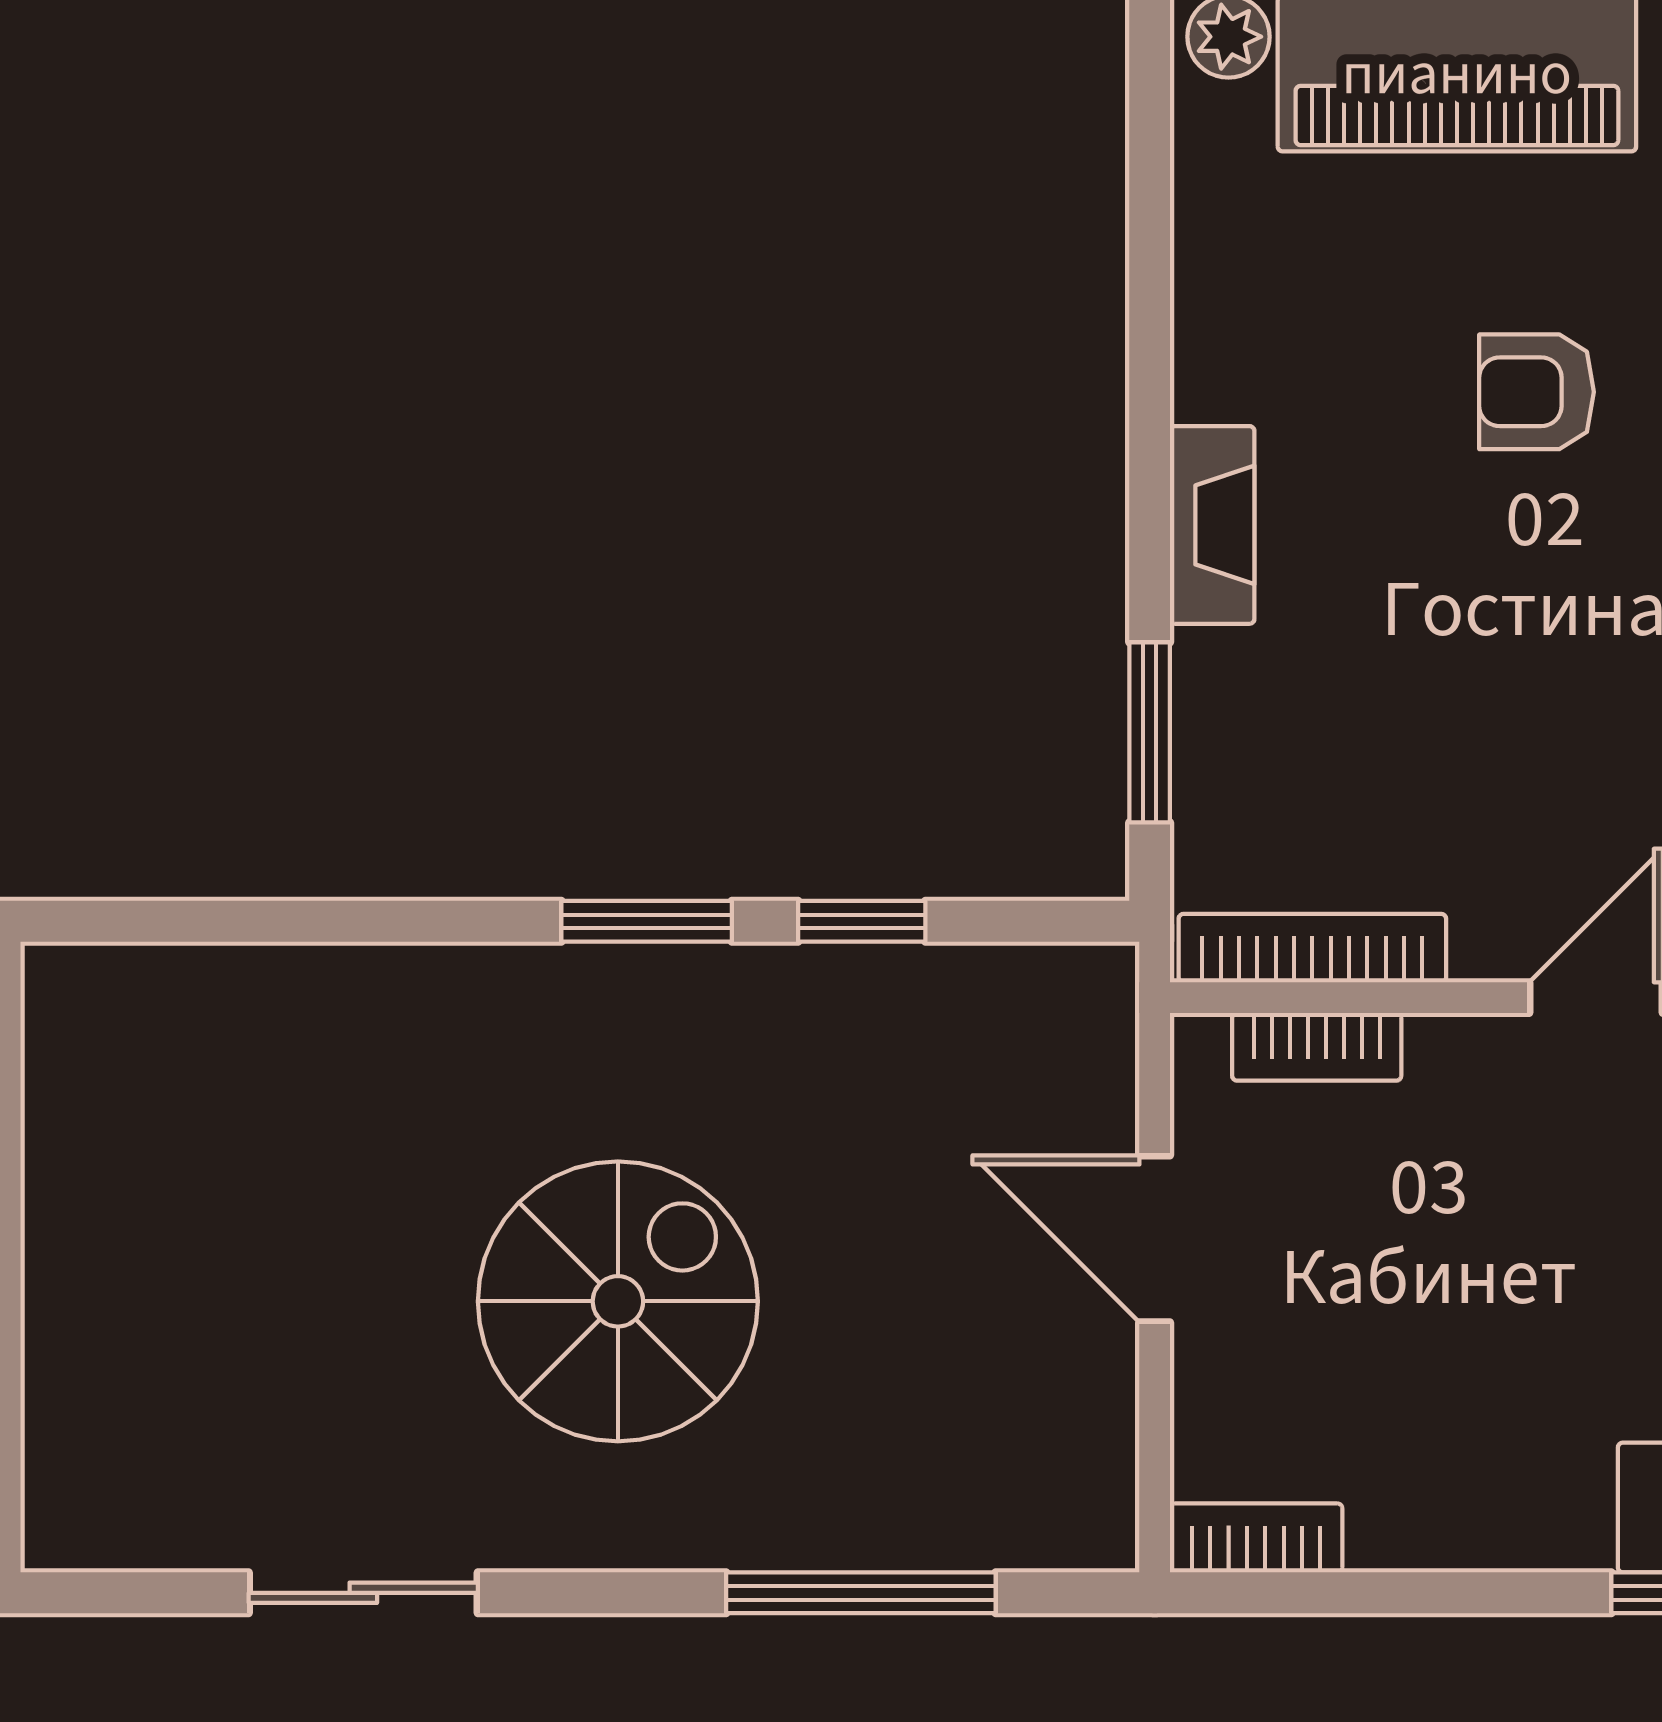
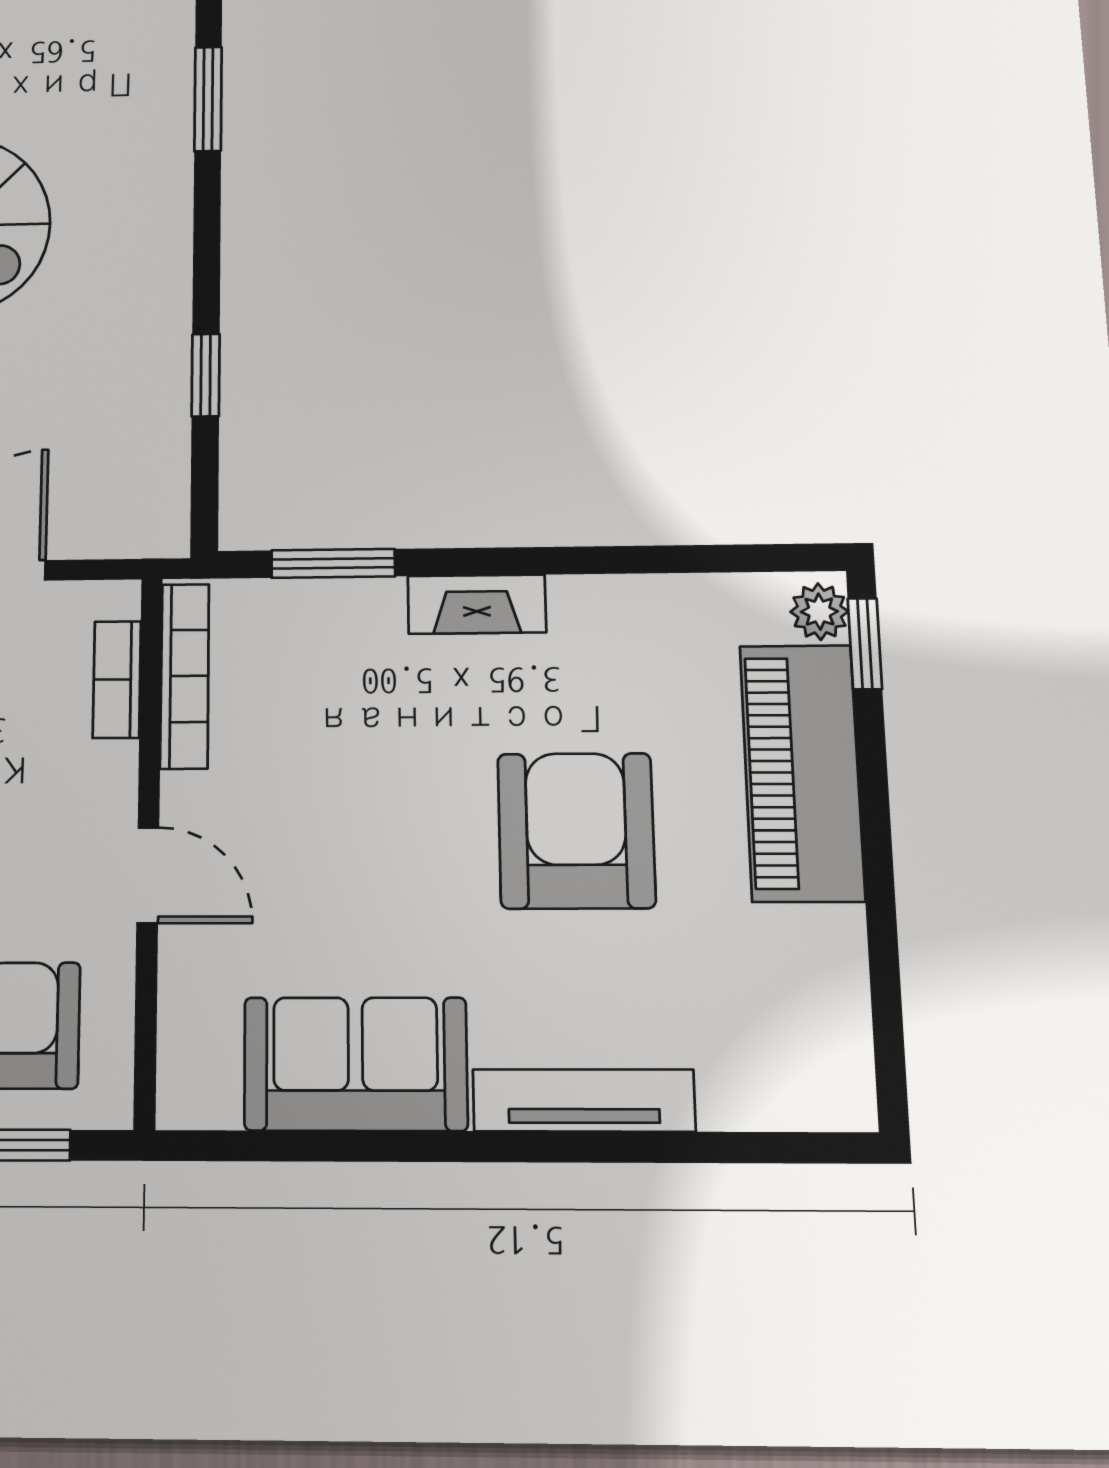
armchair: (1537, 392) -> (576, 831), width x1.88, depth x1.88
window: (647, 921) -> (208, 99), moved

